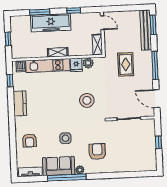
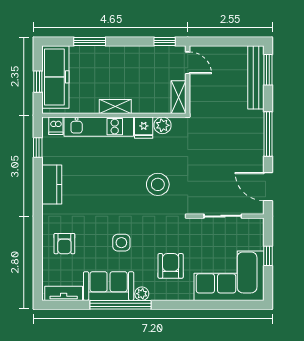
window: (74, 10) -> (165, 42), moved
freezer: (51, 23) -> (55, 77), moved, turned -90
rug: (126, 64) -> (222, 130), removed
corner sofa: (134, 156) -> (229, 276), added

